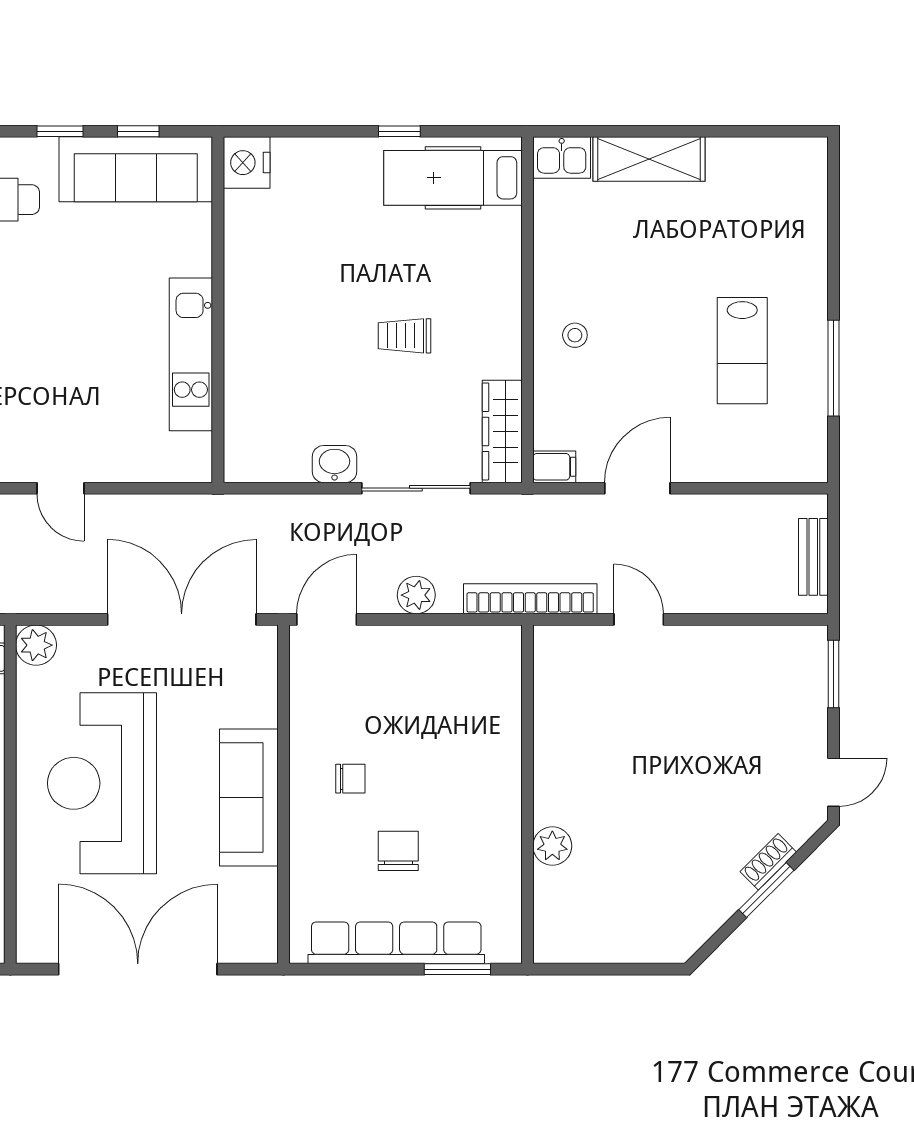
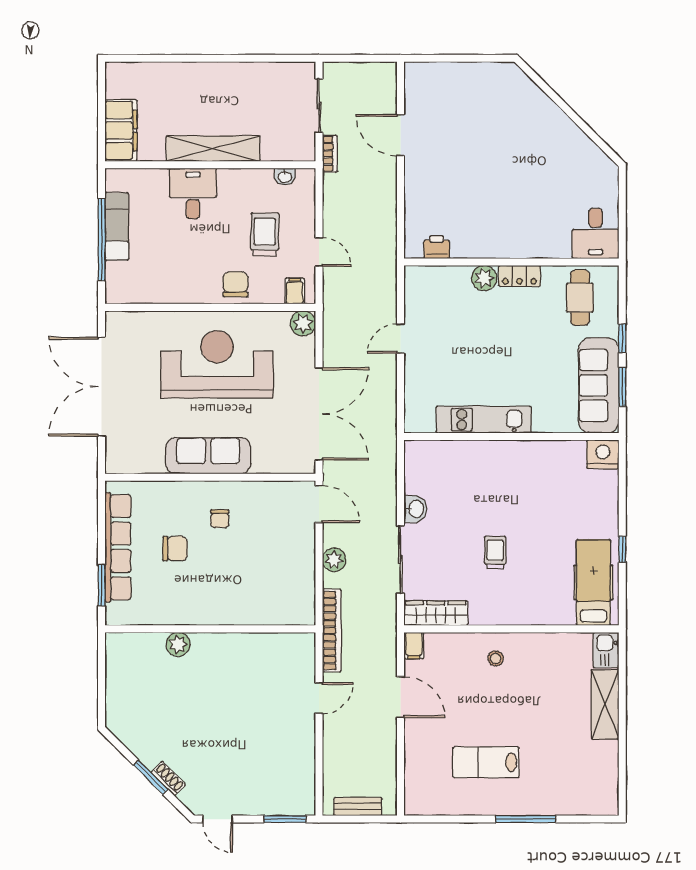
window: (138, 131) -> (622, 387), width x1.50
window: (833, 368) -> (526, 819), moved
double door: (138, 969) -> (102, 387), swing flipped

